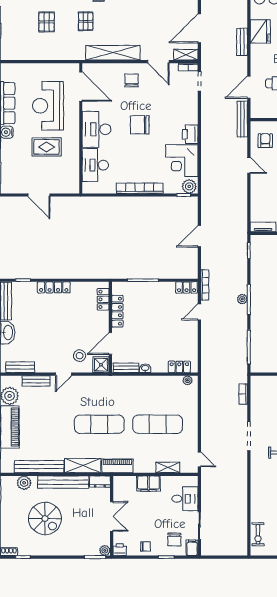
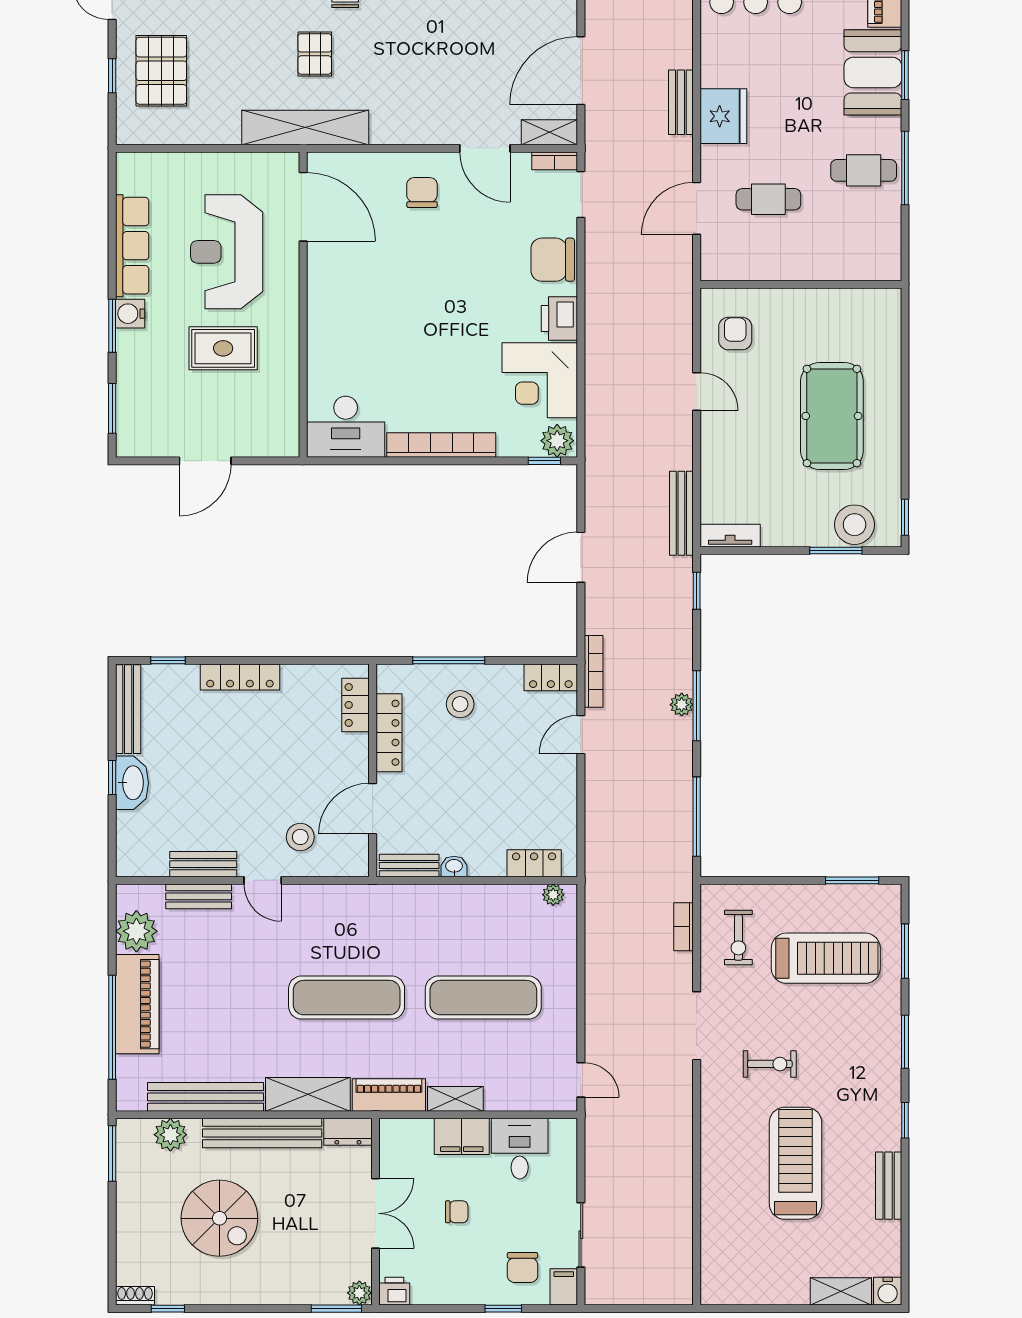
pallet: (47, 22) -> (161, 71), moved, width x1.50, depth x1.42
fridge: (260, 32) -> (723, 116), moved
shelving: (113, 53) -> (305, 128), moved
bench: (242, 119) -> (681, 513), moved
chair: (140, 125) -> (553, 260), moved
desk: (96, 129) -> (340, 307), removed
desk: (95, 165) -> (346, 427), moved, turned -90
door: (39, 195) -> (205, 461), hinge flipped
stool: (148, 299) -> (460, 704), added
shower: (101, 365) -> (350, 858), removed
bench: (20, 367) -> (203, 864), moved
door: (63, 374) -> (263, 880), hinge flipped
shelving: (168, 467) -> (455, 1099), moved
desk: (185, 499) -> (520, 1149), moved, turned -90
exercise bike: (258, 534) -> (738, 938), moved
chair: (146, 546) -> (457, 1212), moved

